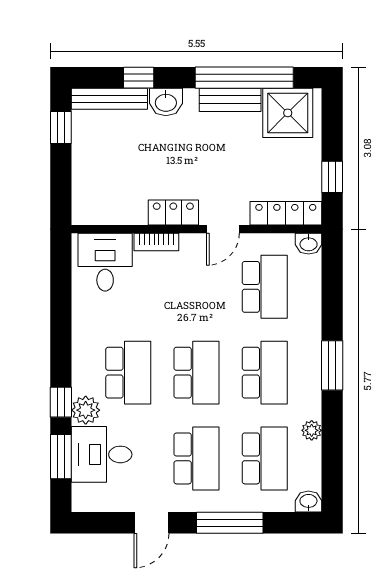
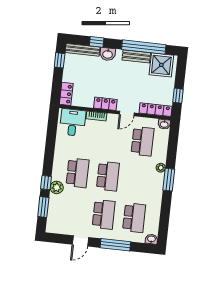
locker: (84, 200) -> (66, 94), added
school desk: (265, 373) -> (138, 180), removed
plant: (312, 430) -> (161, 168), moved
desk: (102, 454) -> (62, 208), removed

